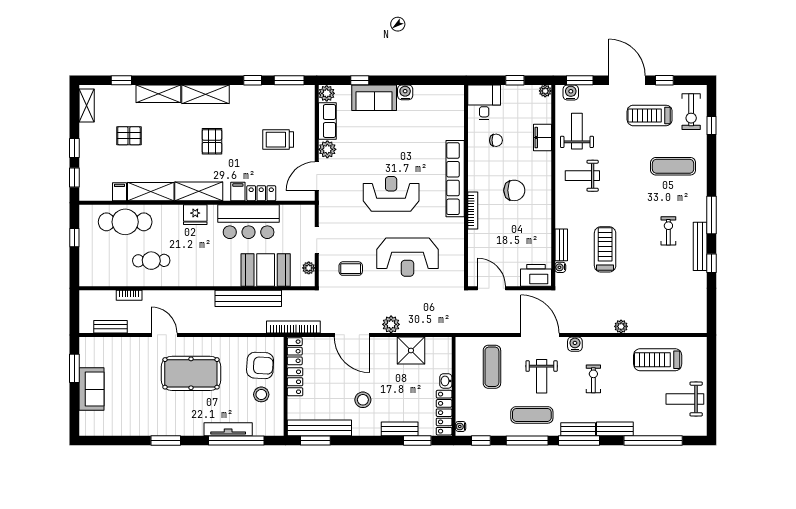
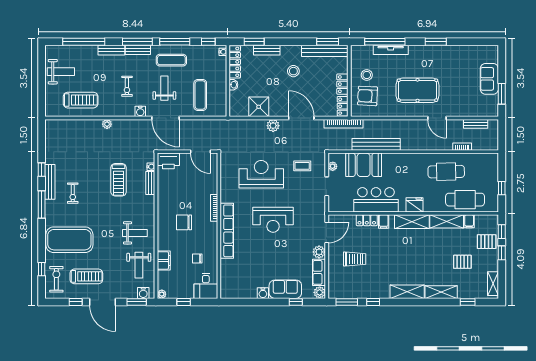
pallet: (212, 141) -> (487, 242), moved, turned 90
exercise mat: (673, 166) -> (69, 240), width x2.00, depth x1.45
cafe table: (151, 261) -> (446, 172), width x1.37, depth x1.35

